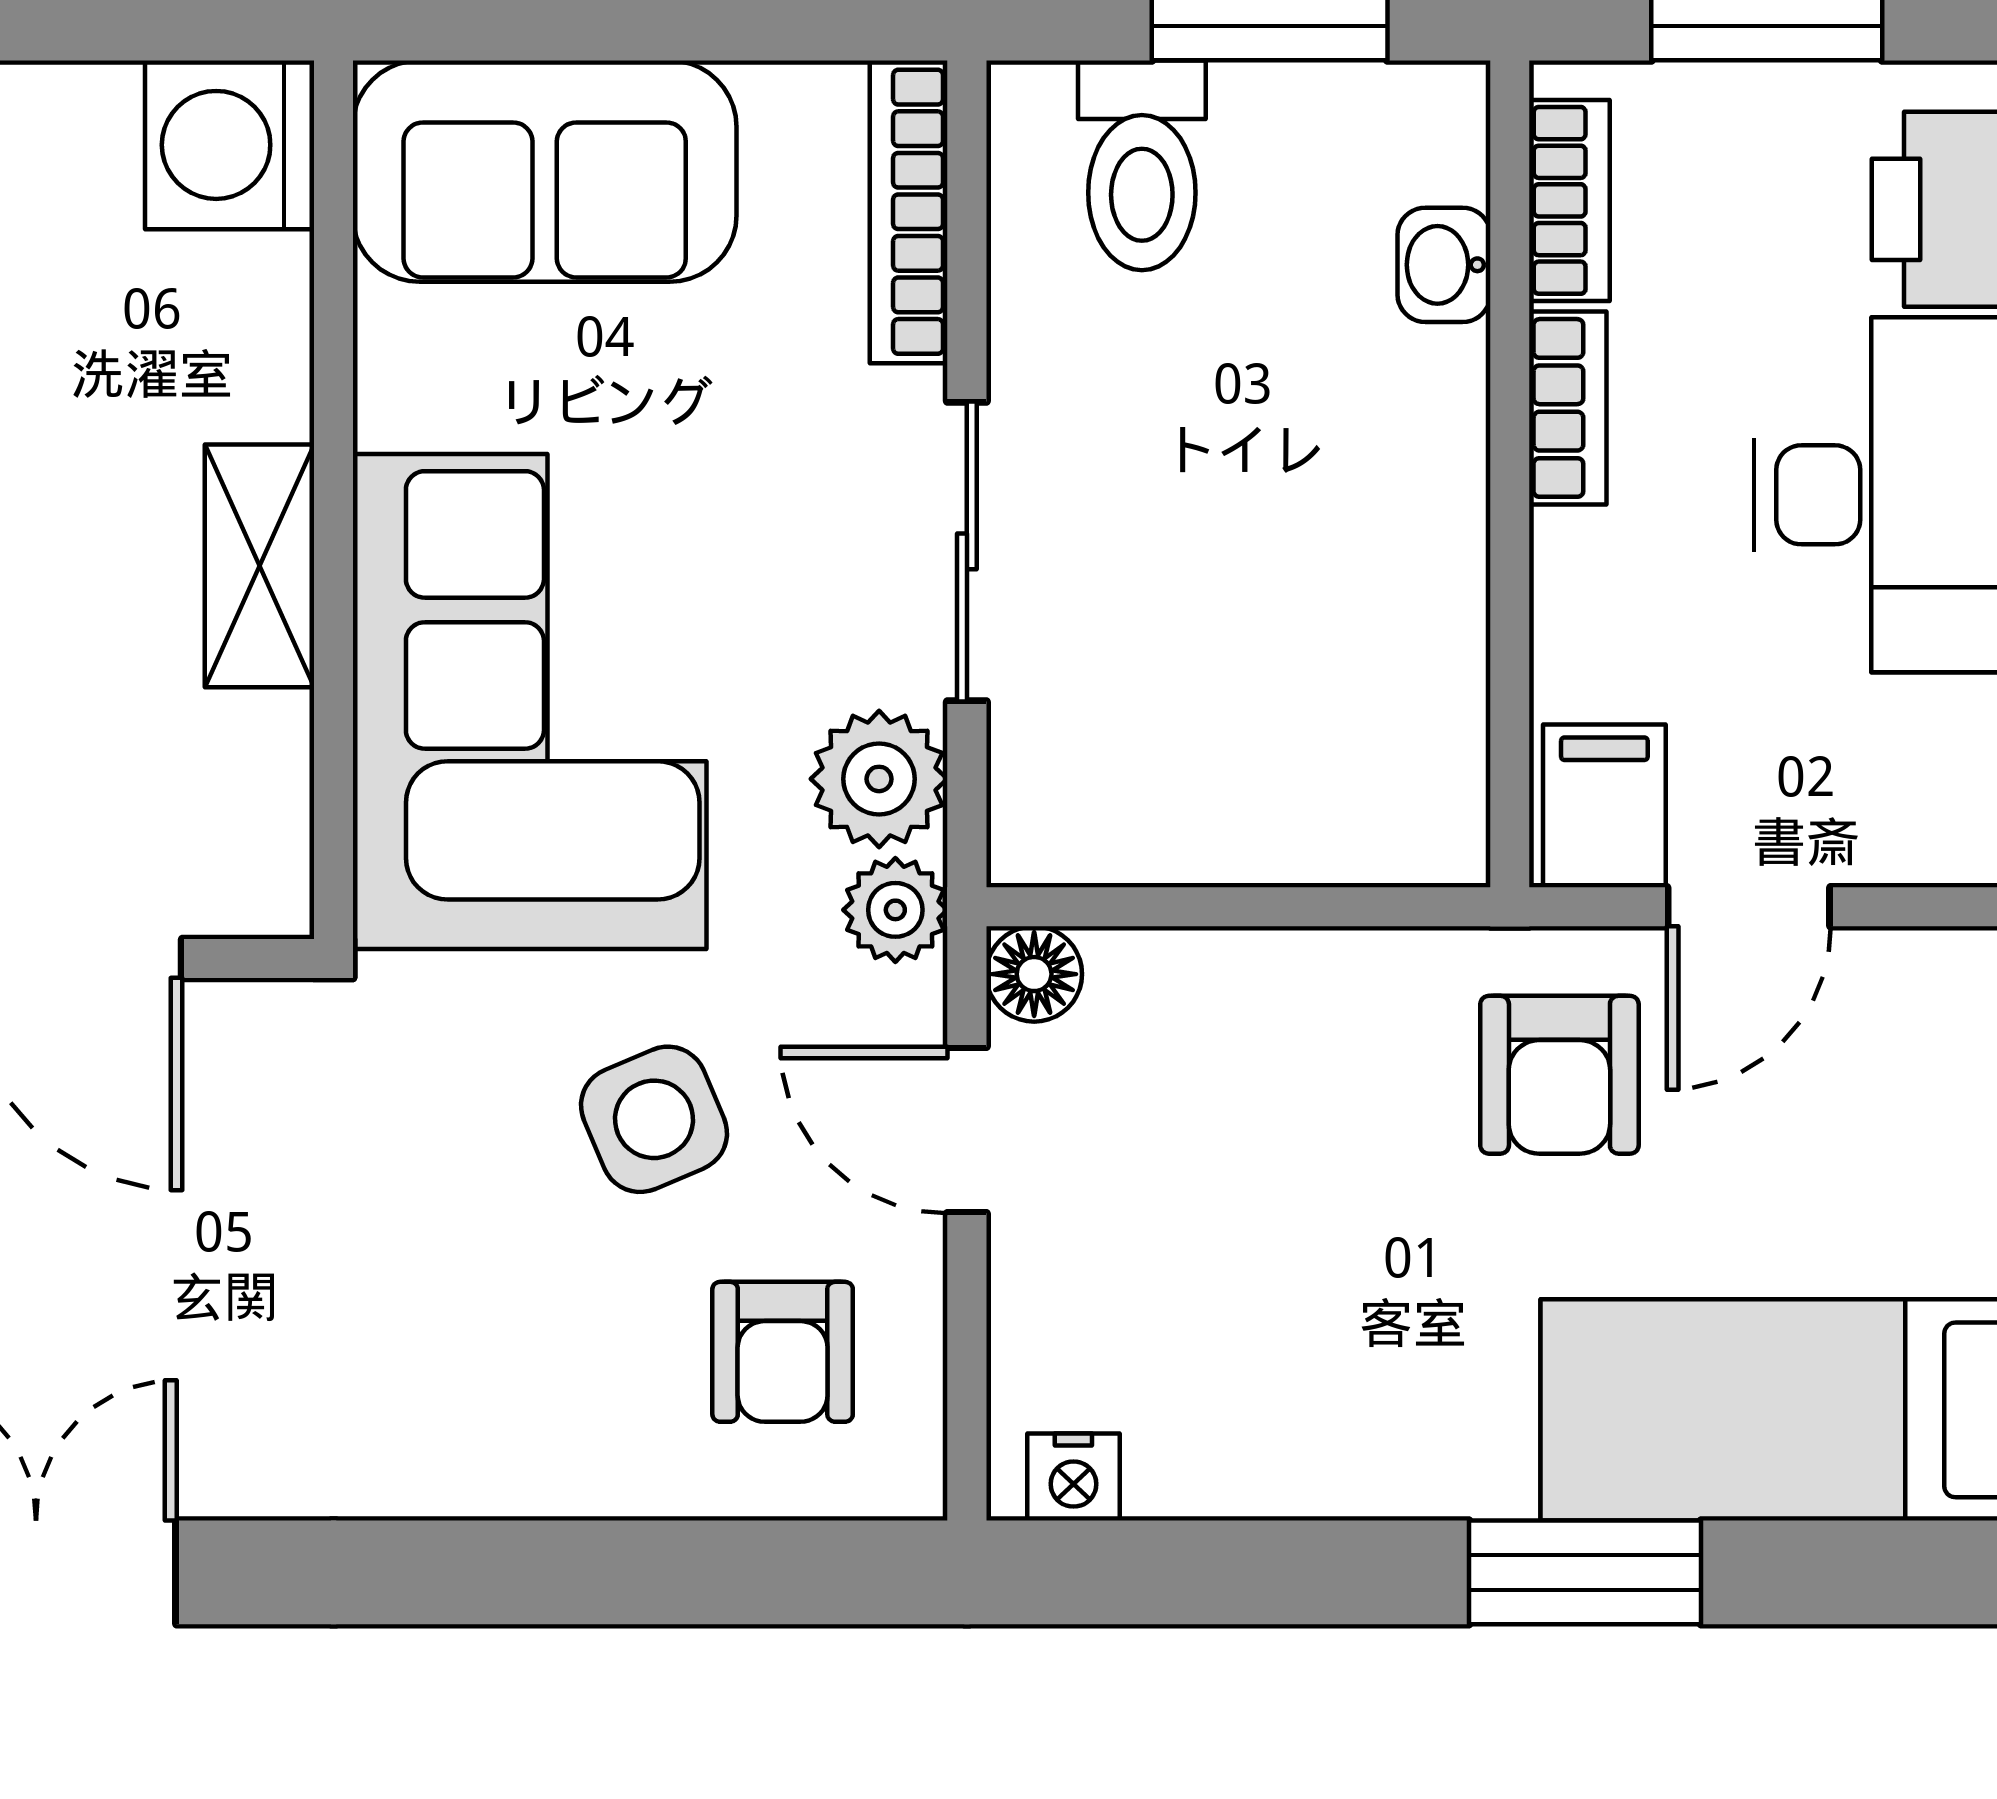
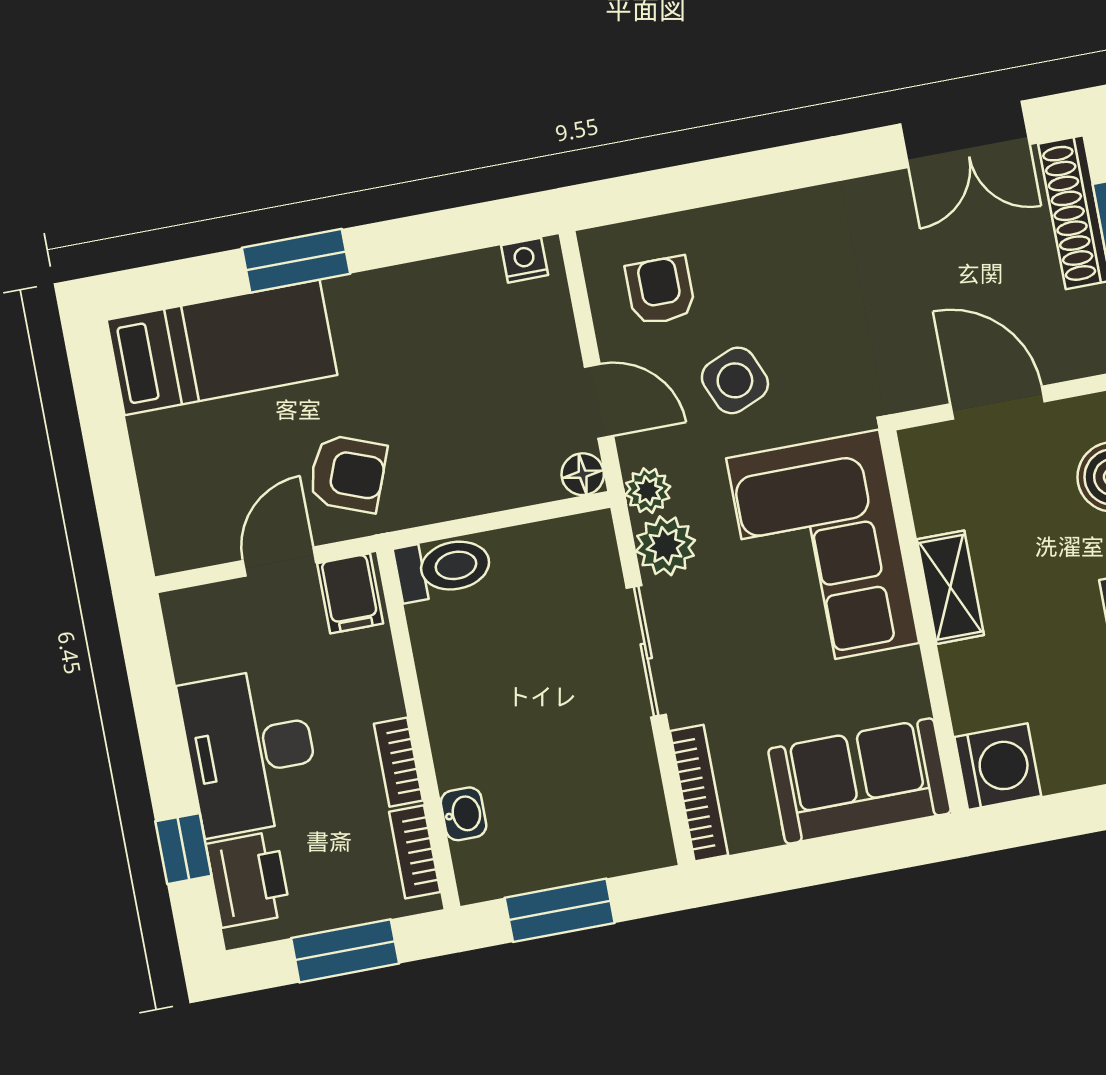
toilet: (1142, 165) -> (443, 568), moved, turned 90
armchair: (1559, 1075) -> (348, 474), turned 111

